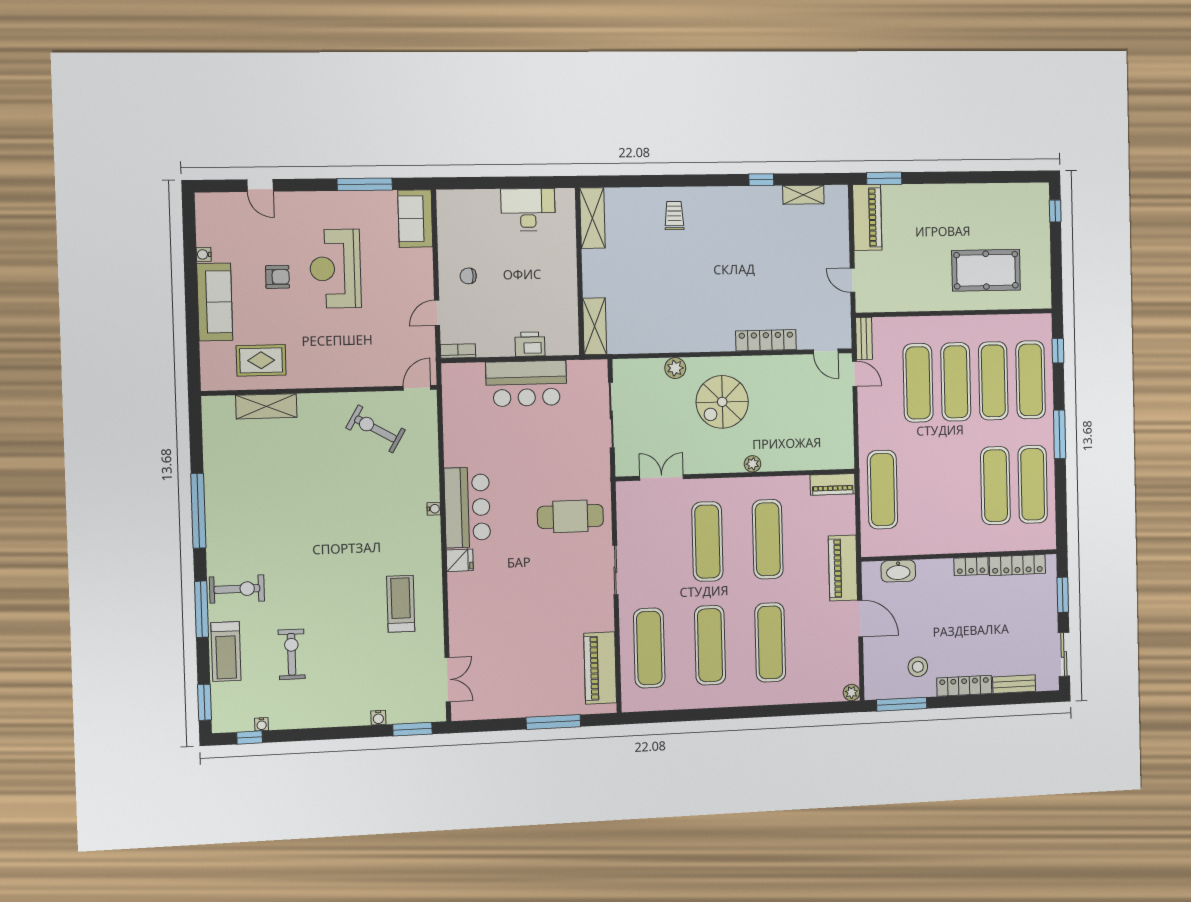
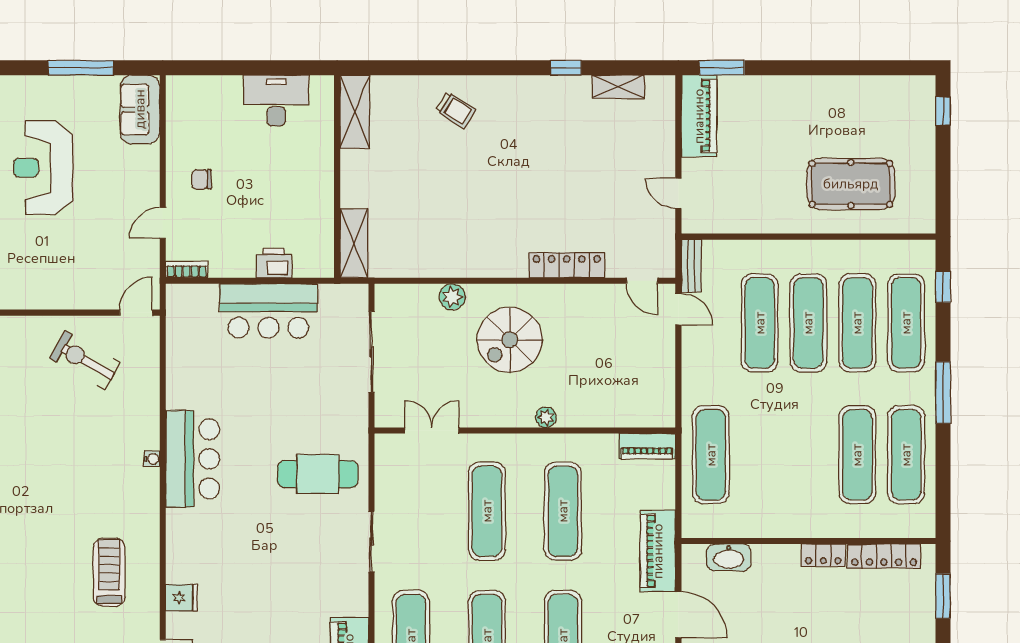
trolley: (674, 216) -> (456, 110), turned 122
fridge: (460, 560) -> (182, 598), moved

